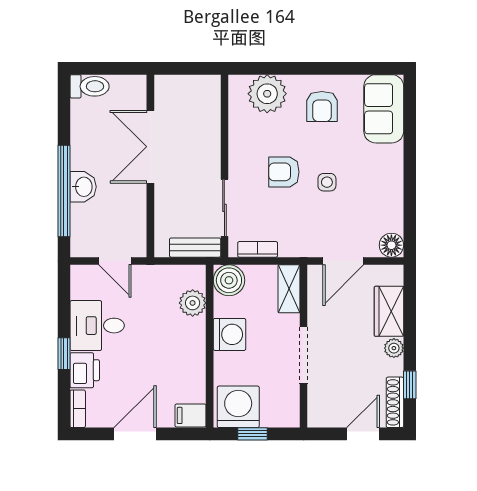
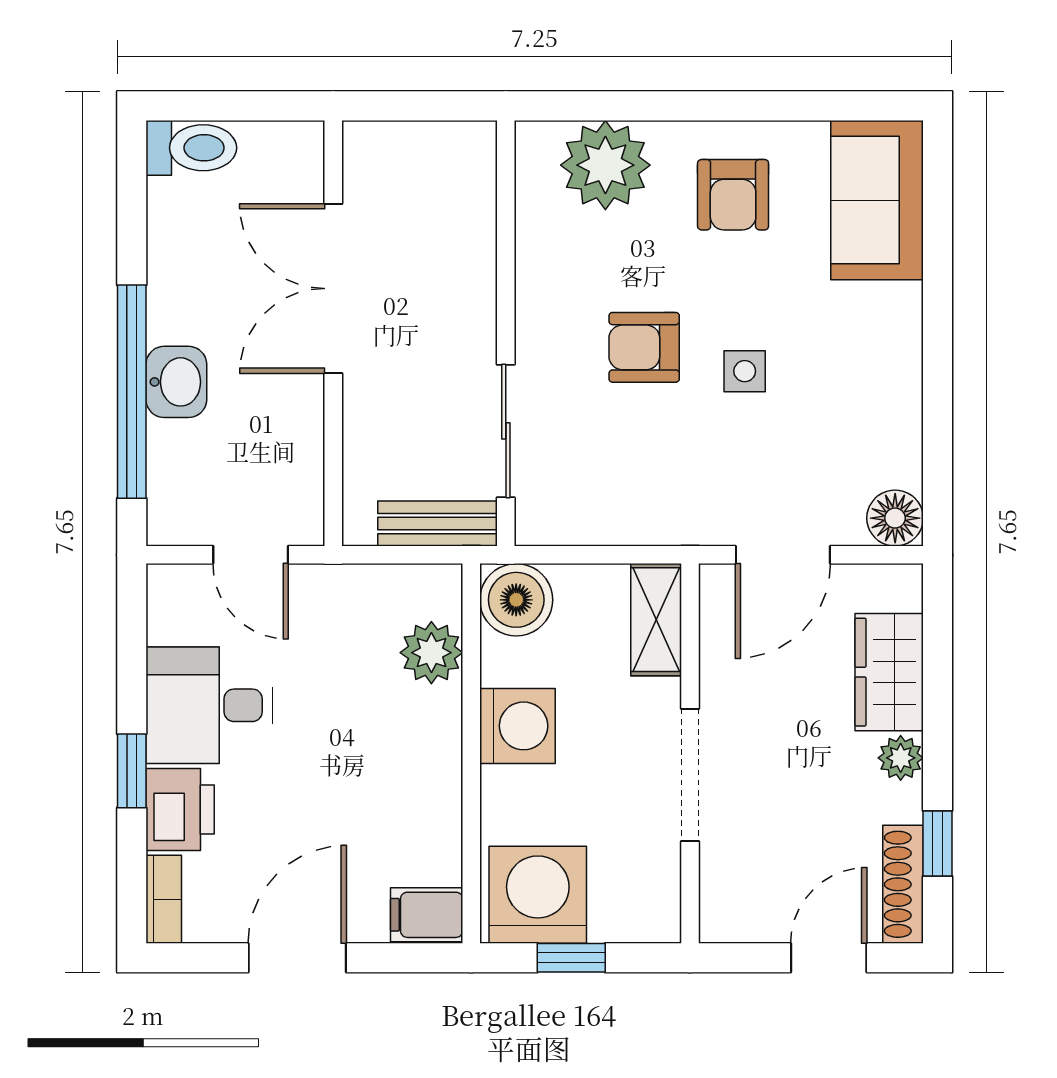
bookcase: (258, 249) -> (583, 528), removed

